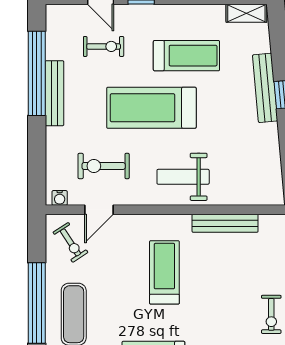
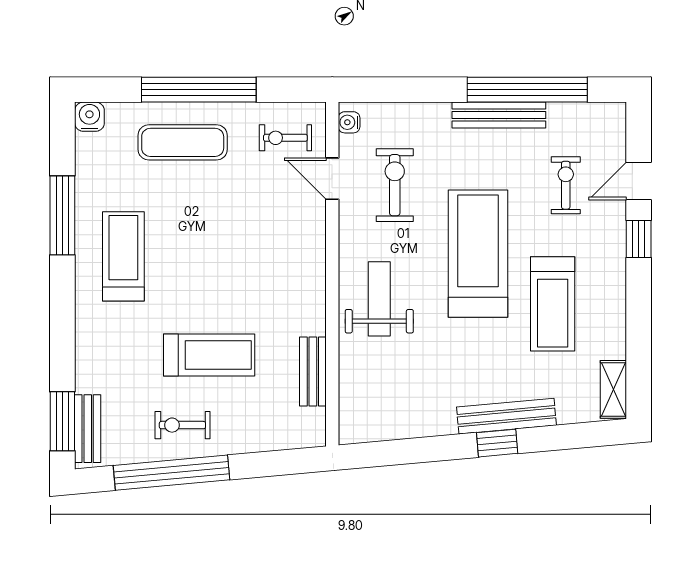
exercise bike: (104, 46) -> (566, 185), turned 180
bench: (225, 223) -> (313, 372), width x0.73
exercise bike: (70, 242) -> (285, 138), turned 33
treadmill: (164, 272) -> (209, 355), moved

